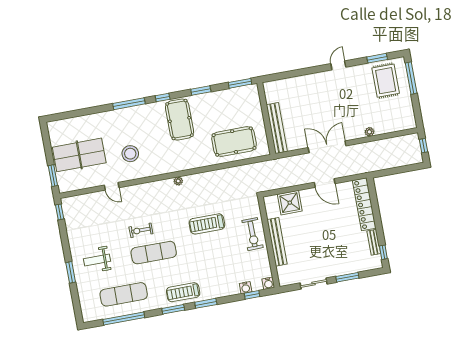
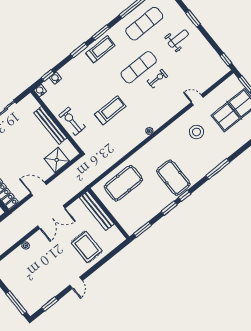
rug: (386, 81) -> (87, 247), moved
window: (163, 98) -> (184, 196), moved

